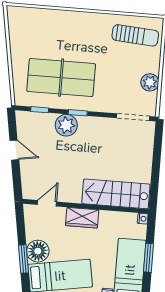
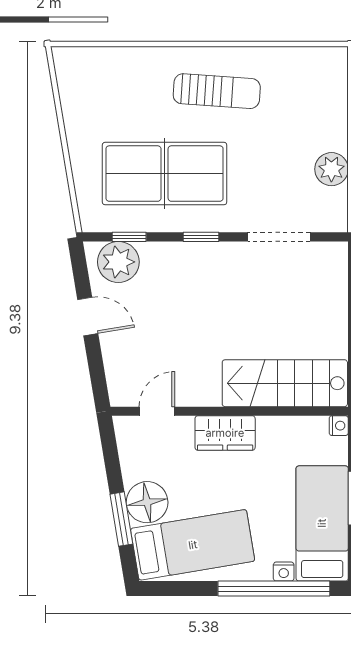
sun lounger: (135, 35) -> (217, 91), moved
doorway: (133, 117) -> (279, 237), moved
plant: (66, 125) -> (118, 262), moved

